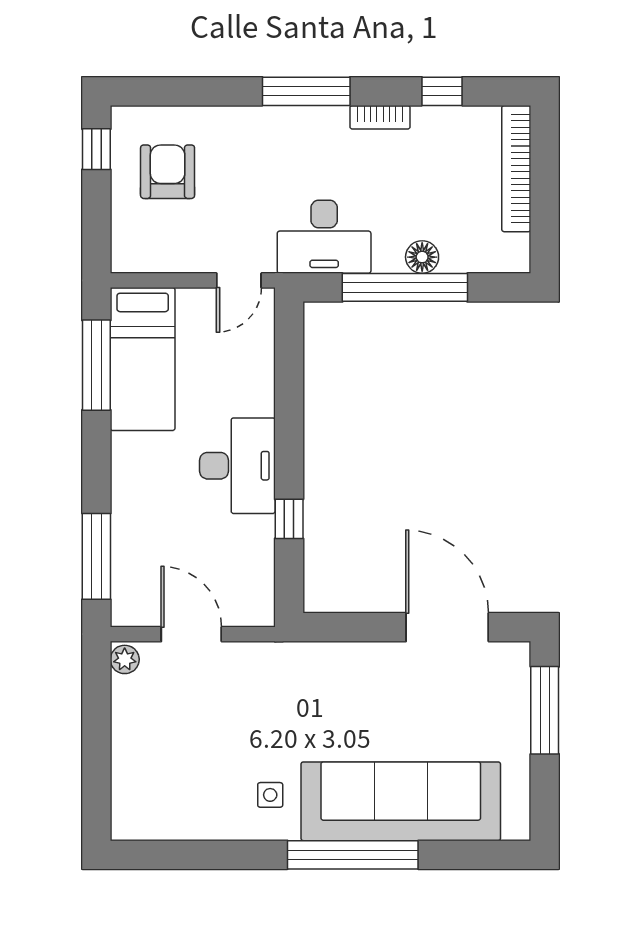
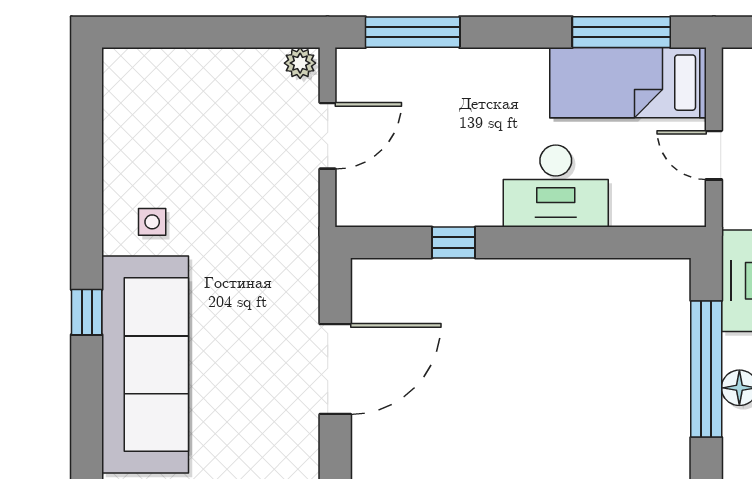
door: (239, 280) -> (714, 155), moved
desk: (237, 466) -> (556, 186), moved
door: (447, 627) -> (335, 369), moved
window: (353, 855) -> (87, 312), width x0.32

